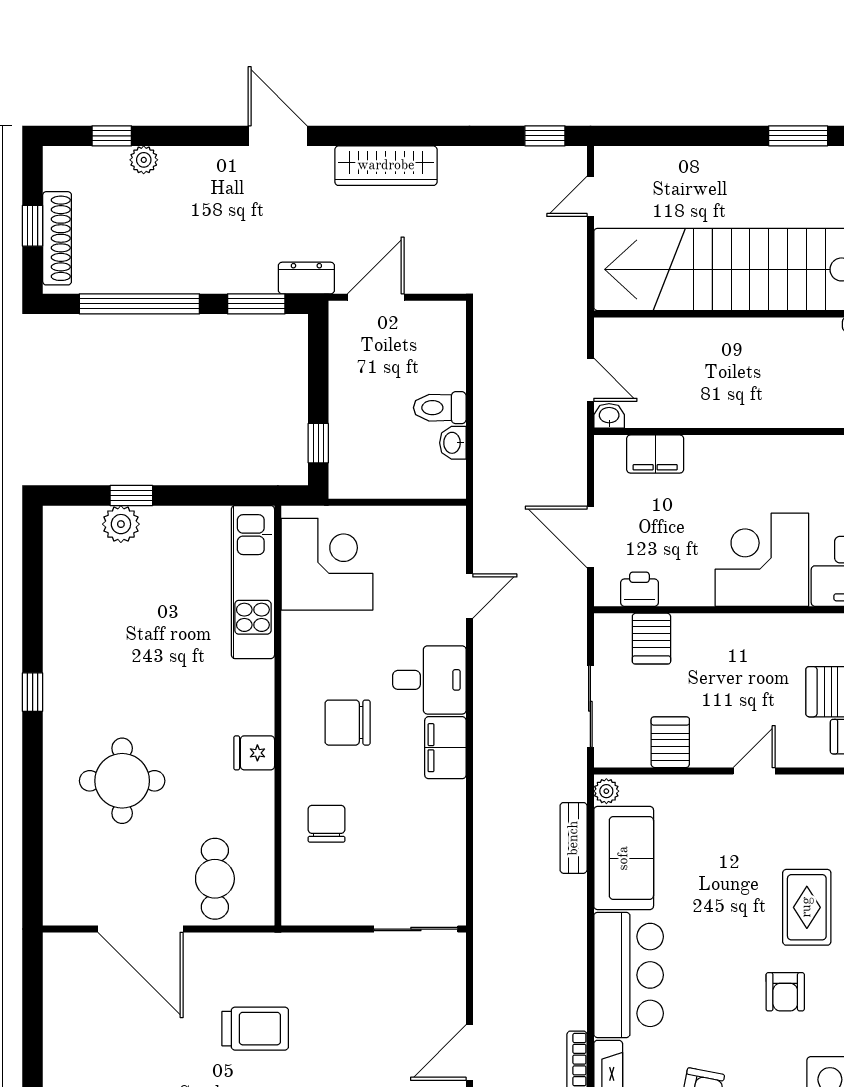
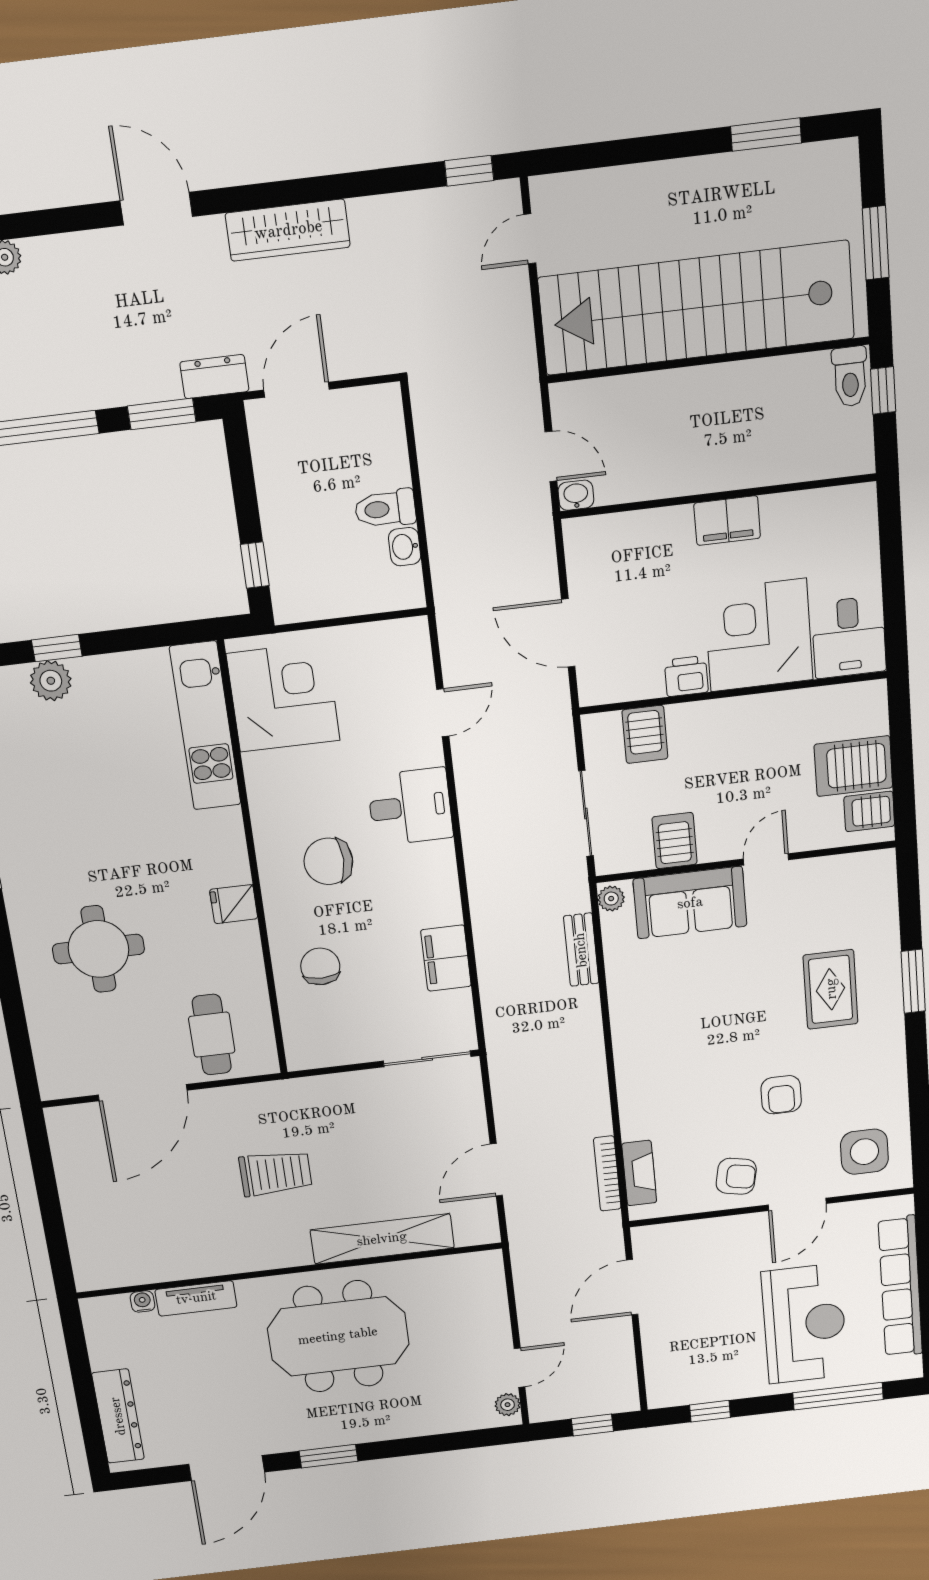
filing cabinet: (655, 454) -> (727, 521), moved
printer: (639, 589) -> (686, 676), moved
filing cabinet: (445, 748) -> (446, 958), moved
sofa: (624, 858) -> (690, 903), moved, turned 90
door: (141, 929) -> (143, 1093), hinge flipped
bar counter: (629, 975) -> (651, 1077), removed
armchair: (785, 992) -> (781, 1095), moved

